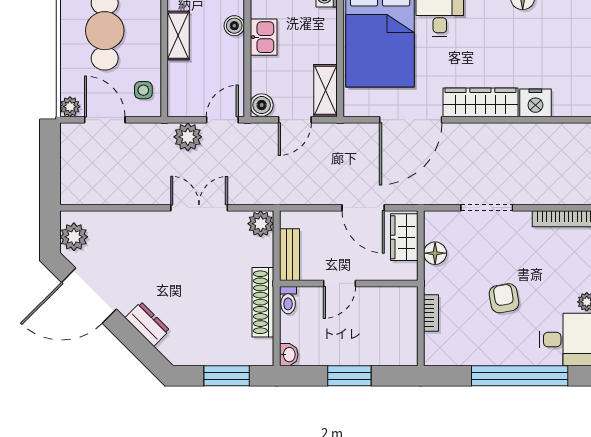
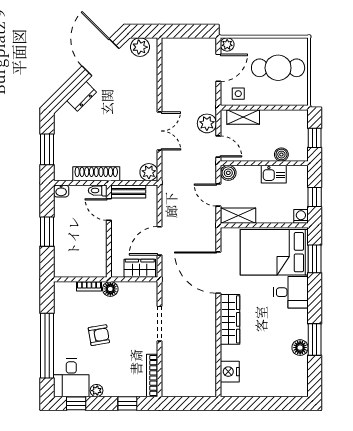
shelving: (178, 36) -> (243, 117), moved
nightstand: (535, 103) -> (230, 372), moved
floor lamp: (435, 253) -> (110, 289), moved
door: (339, 283) -> (109, 210), moved

